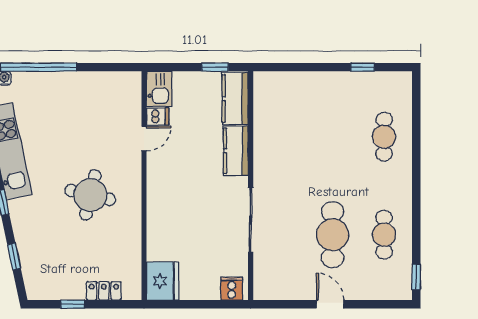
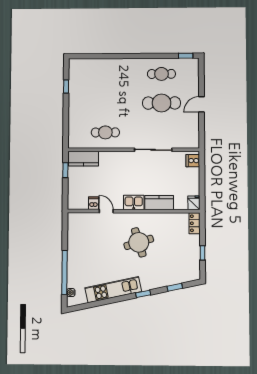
kitchen sink: (159, 89) -> (134, 202), moved
cafe table: (384, 137) -> (105, 132), moved
kitchen counter: (236, 151) -> (159, 203), moved, turned 180
round table: (90, 195) -> (139, 242), turned -30
fridge: (163, 281) -> (194, 203), width x0.53, depth x0.75
locker: (104, 291) -> (195, 223), moved

